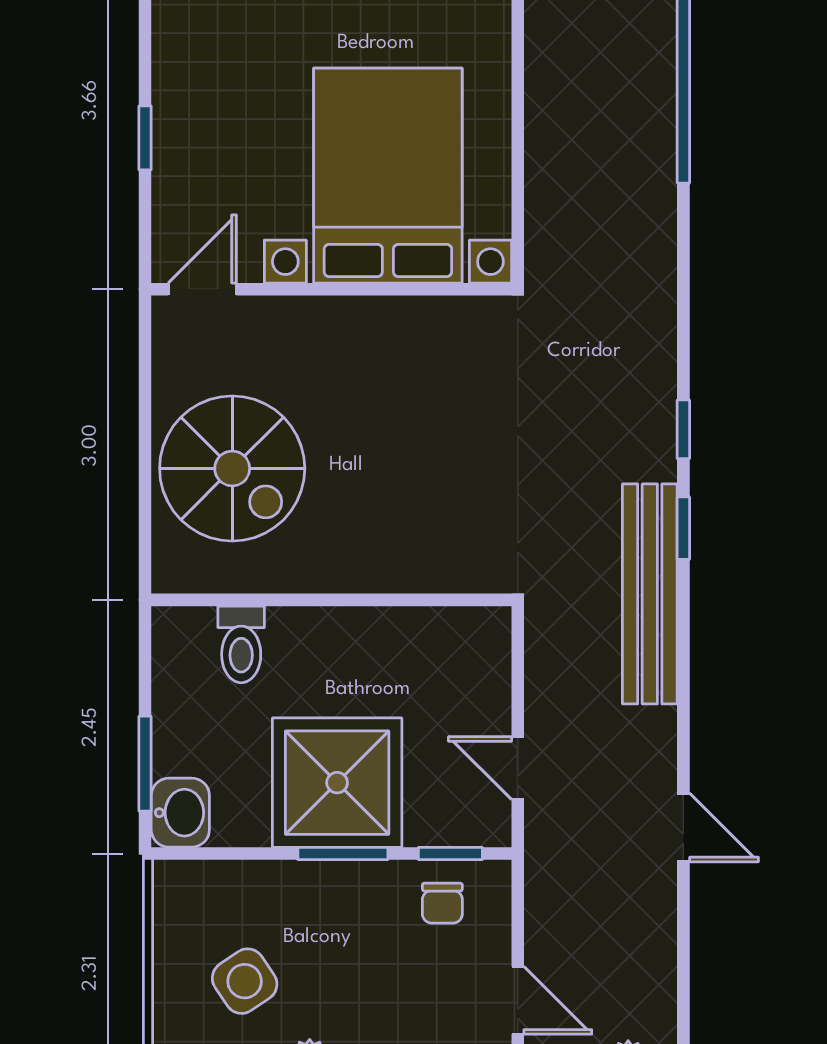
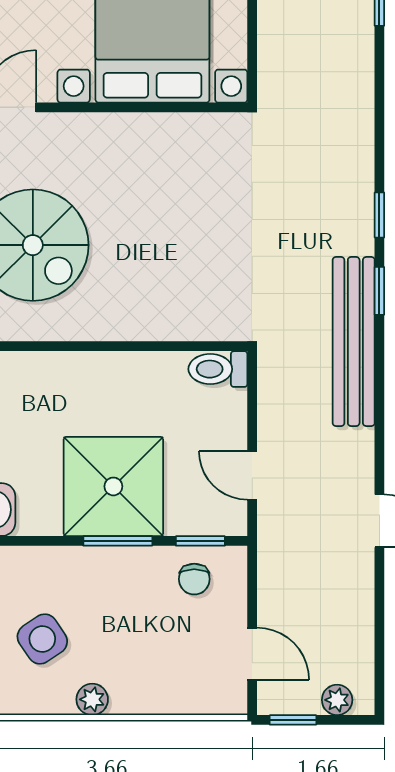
toilet: (241, 644) -> (218, 369), moved, turned 90

